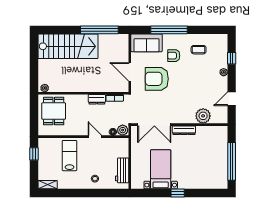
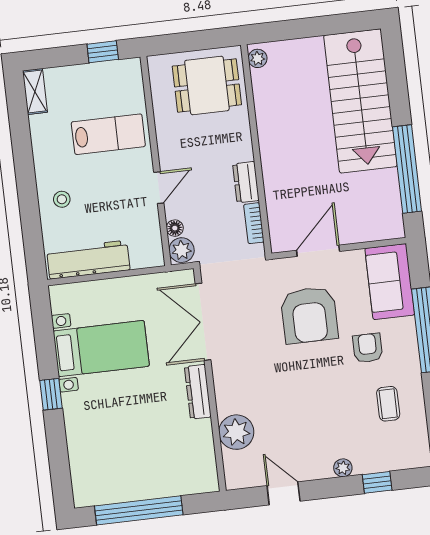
armchair: (157, 79) -> (309, 315), turned 180
workbench: (122, 170) -> (88, 260), width x1.38

